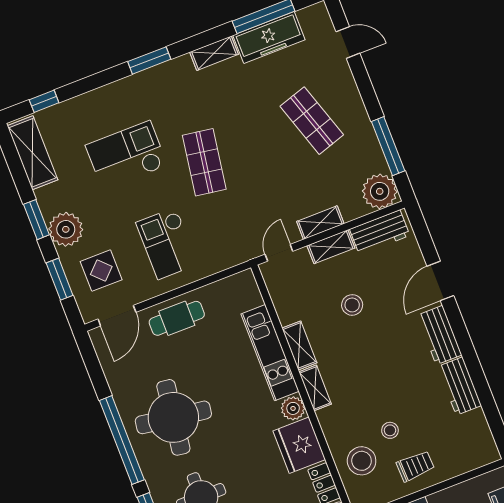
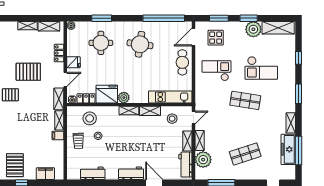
window: (44, 101) -> (298, 58), moved
checkout: (126, 155) -> (261, 68), turned 90
plant: (380, 191) -> (203, 160), moved
plant: (66, 229) -> (253, 29), moved
door: (279, 253) -> (194, 118), hinge flipped
stool: (352, 305) -> (172, 119), moved
door: (117, 316) -> (194, 37), hinge flipped
kitchen unit: (270, 353) -> (170, 97), moved
workbench: (459, 386) -> (93, 173), moved
round table: (173, 417) -> (140, 44), width x0.73, depth x0.73
window: (122, 440) -> (164, 18), moved

